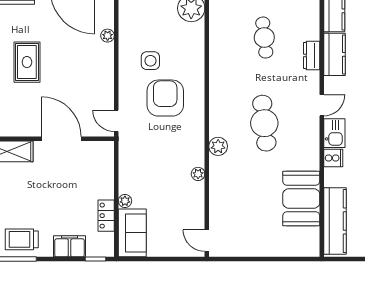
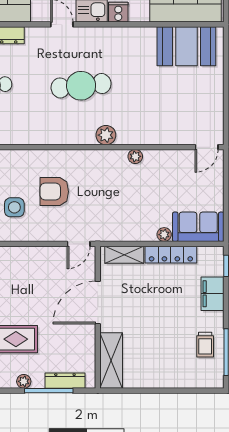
armchair: (165, 98) -> (54, 192), width x0.73, depth x0.73
shelving: (106, 164) -> (124, 255), added
booth: (301, 199) -> (186, 46), moved
locker: (106, 216) -> (171, 255), width x1.53
trolley: (22, 239) -> (205, 345), width x0.73, depth x0.72

